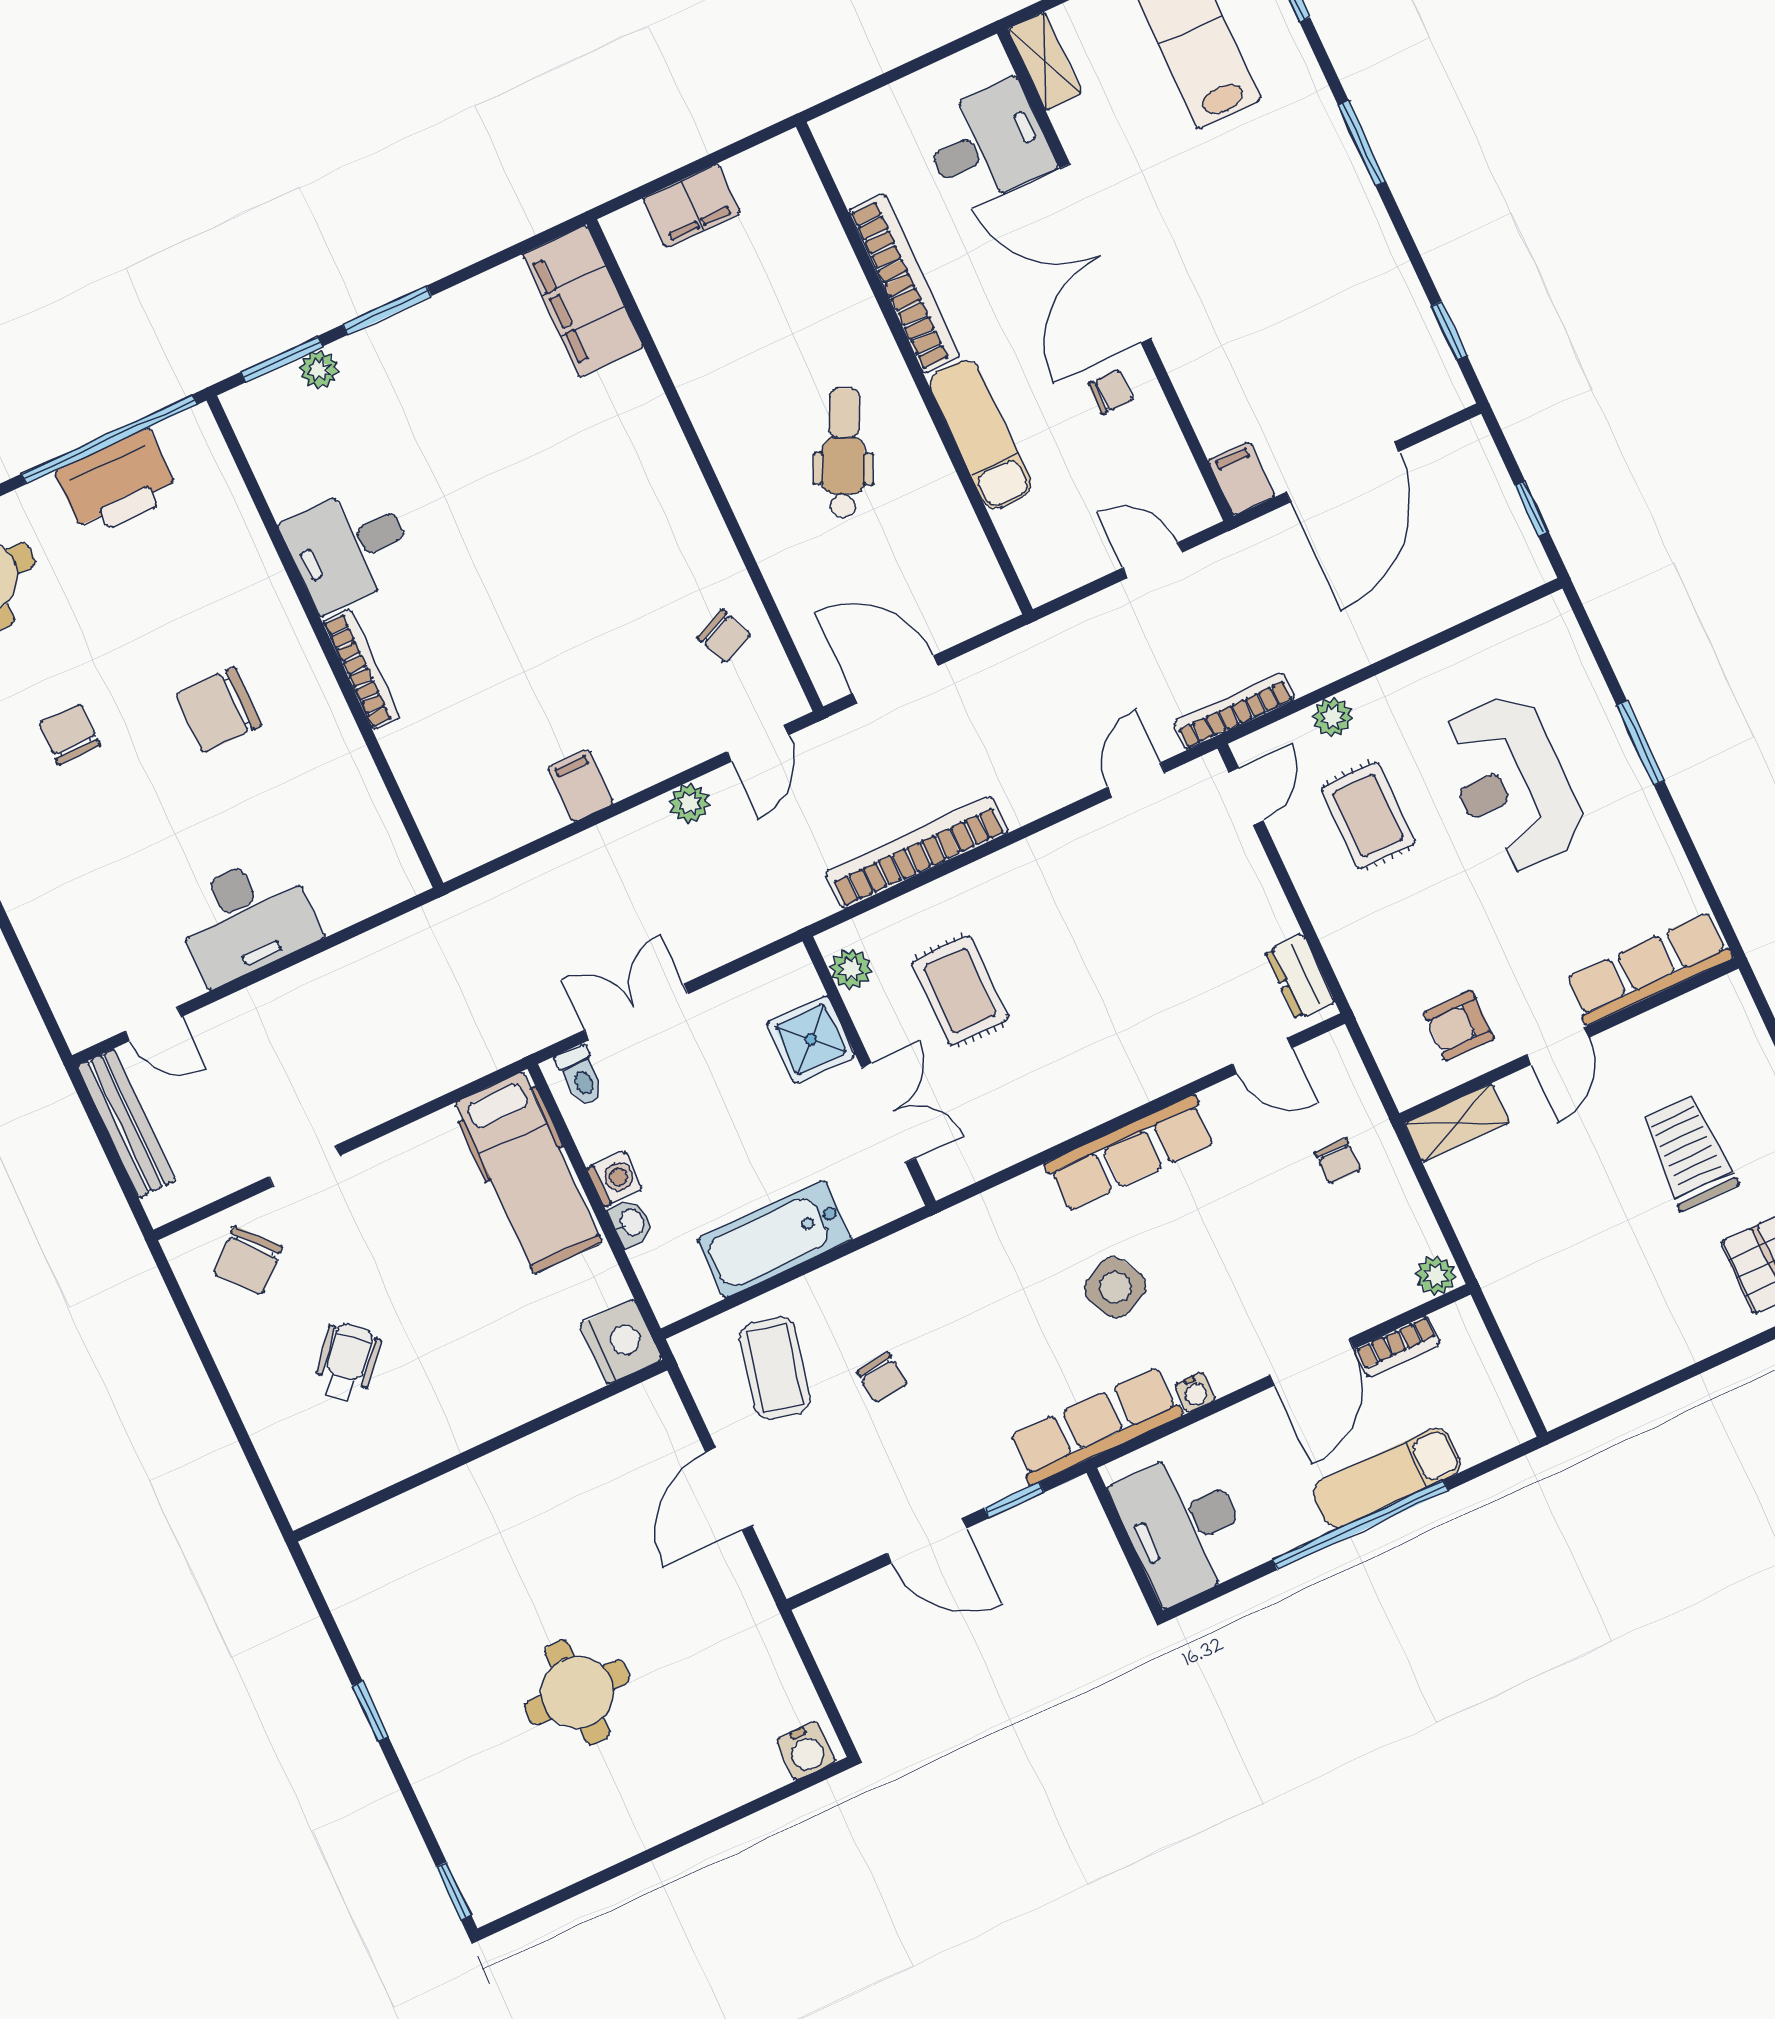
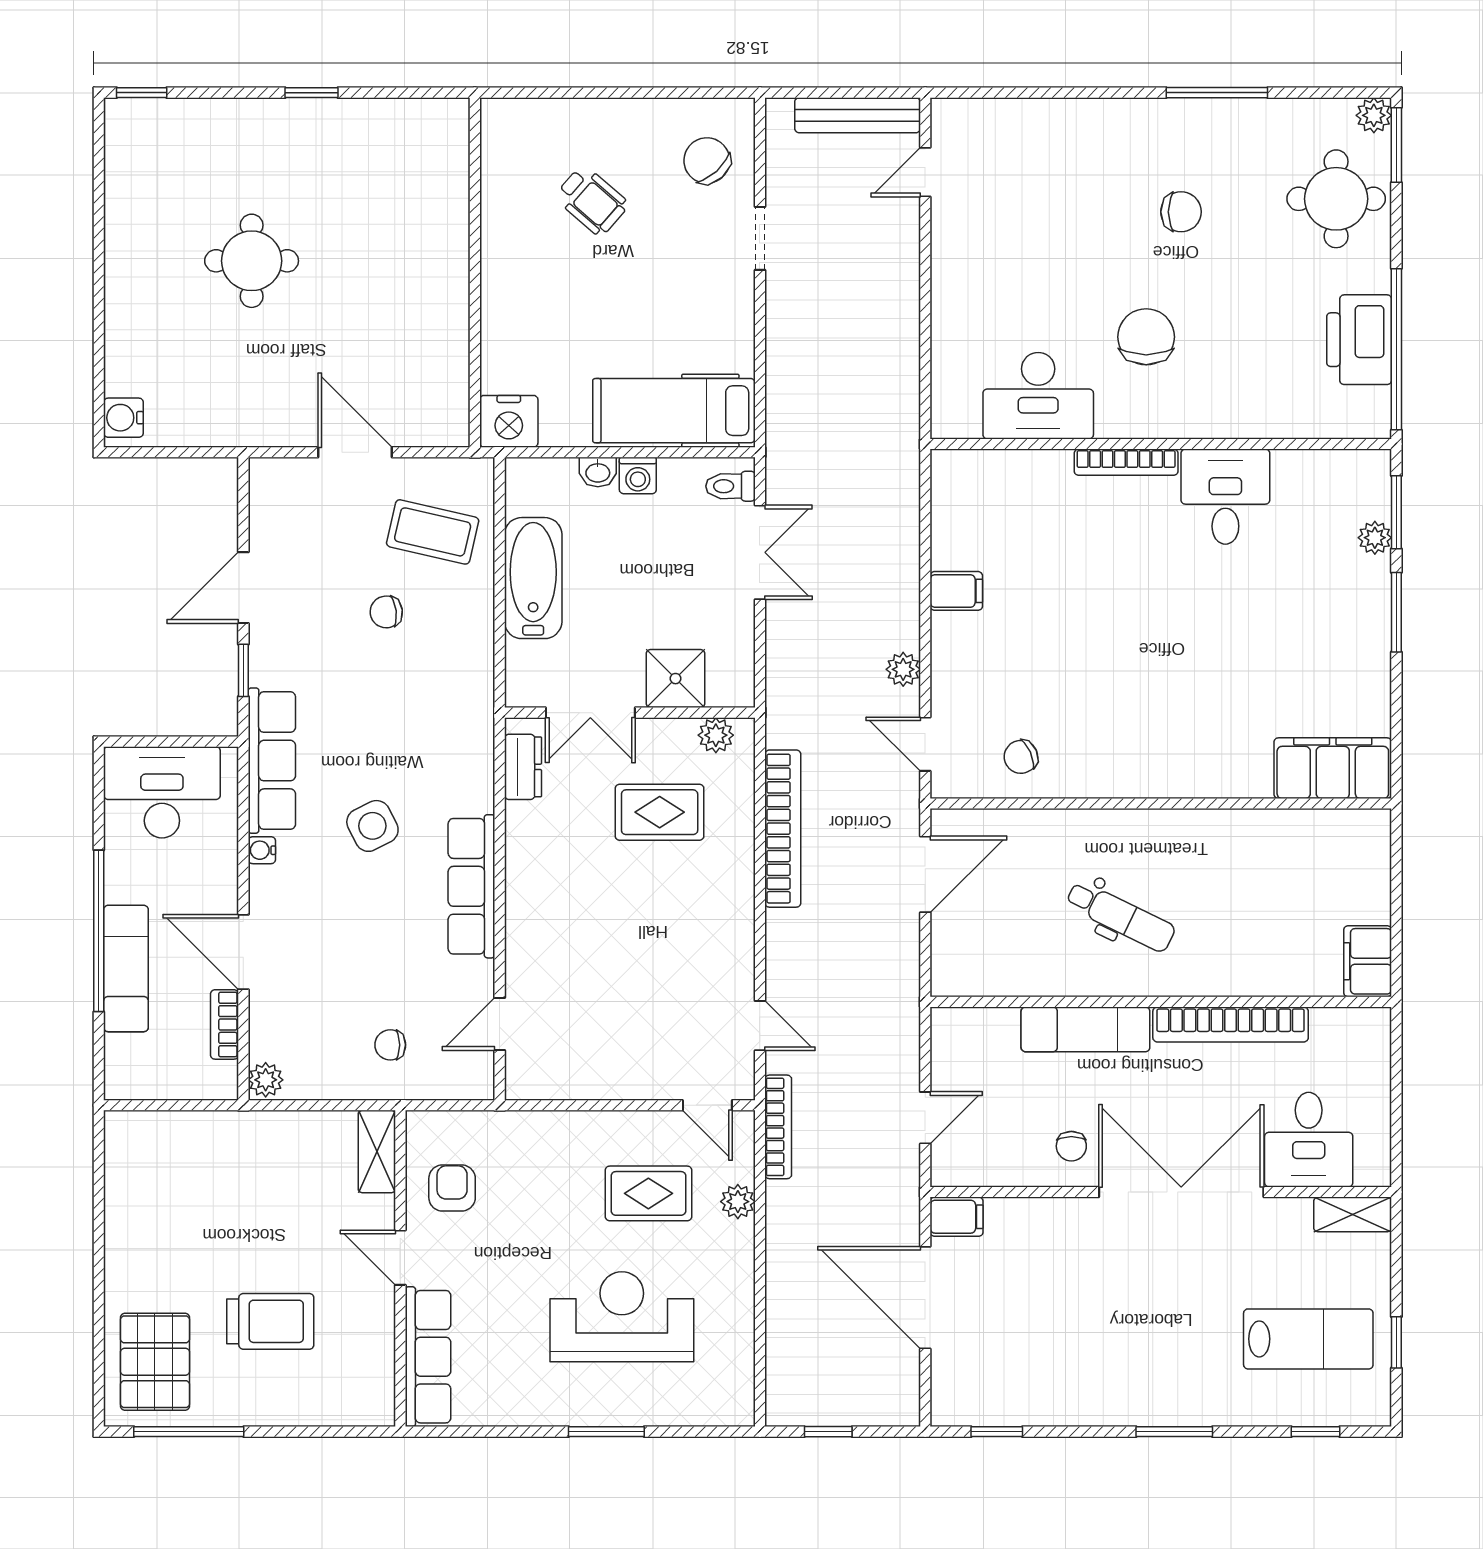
filing cabinet: (692, 206) -> (1368, 961), moved
desk: (246, 919) -> (1038, 396), moved, turned -90
dresser: (1300, 977) -> (523, 767), moved, turned 90

